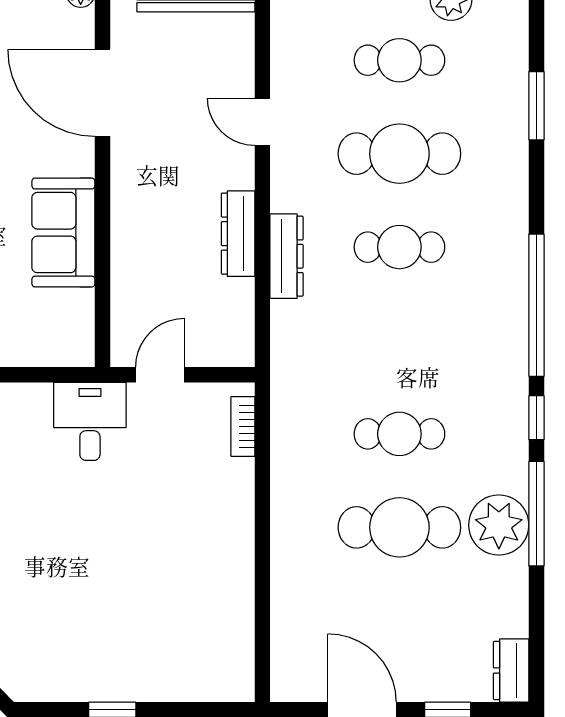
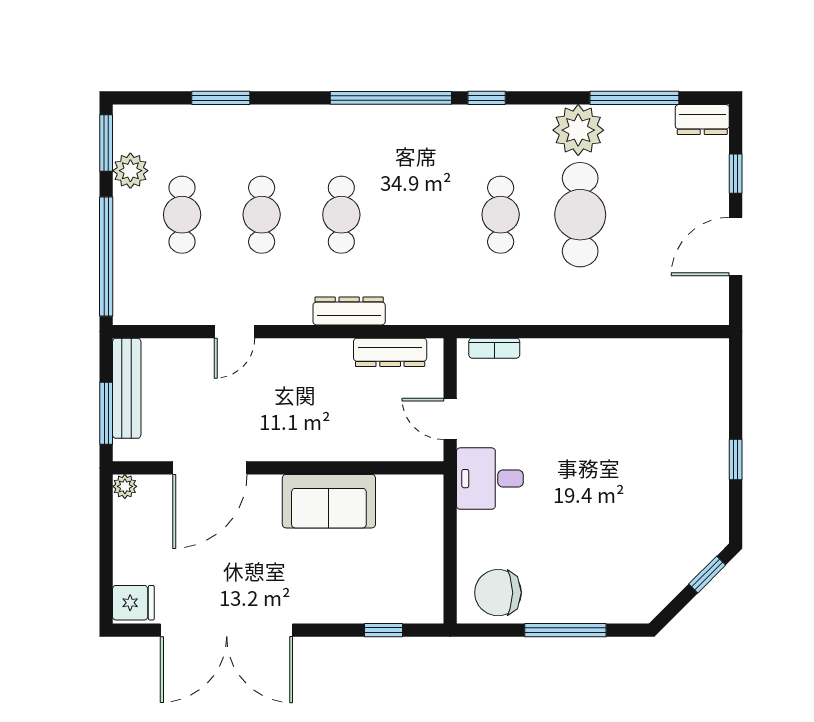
cafe table: (399, 154) -> (262, 215), width x0.73, depth x0.74
dresser: (238, 234) -> (390, 352), moved
window: (536, 514) -> (634, 98), moved

